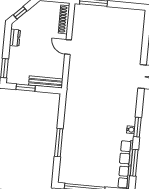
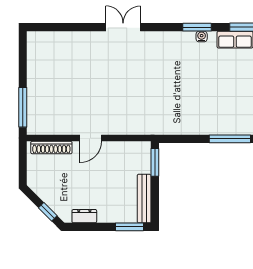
bench: (46, 82) -> (144, 199), moved
window: (26, 88) -> (155, 162), moved

